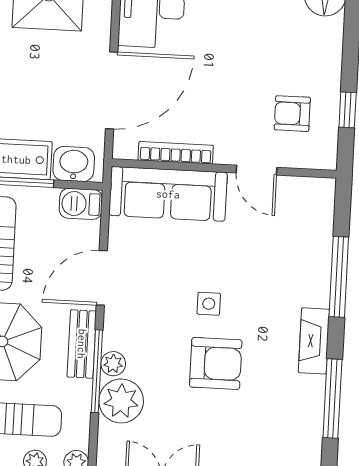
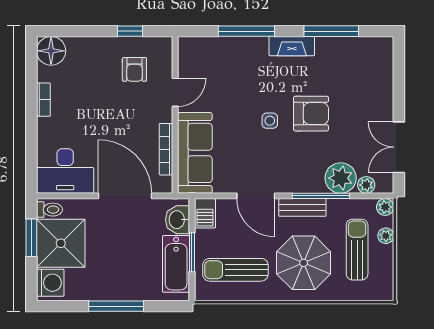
armchair: (216, 363) -> (311, 114), turned 90
plant: (113, 364) -> (366, 185), moved

